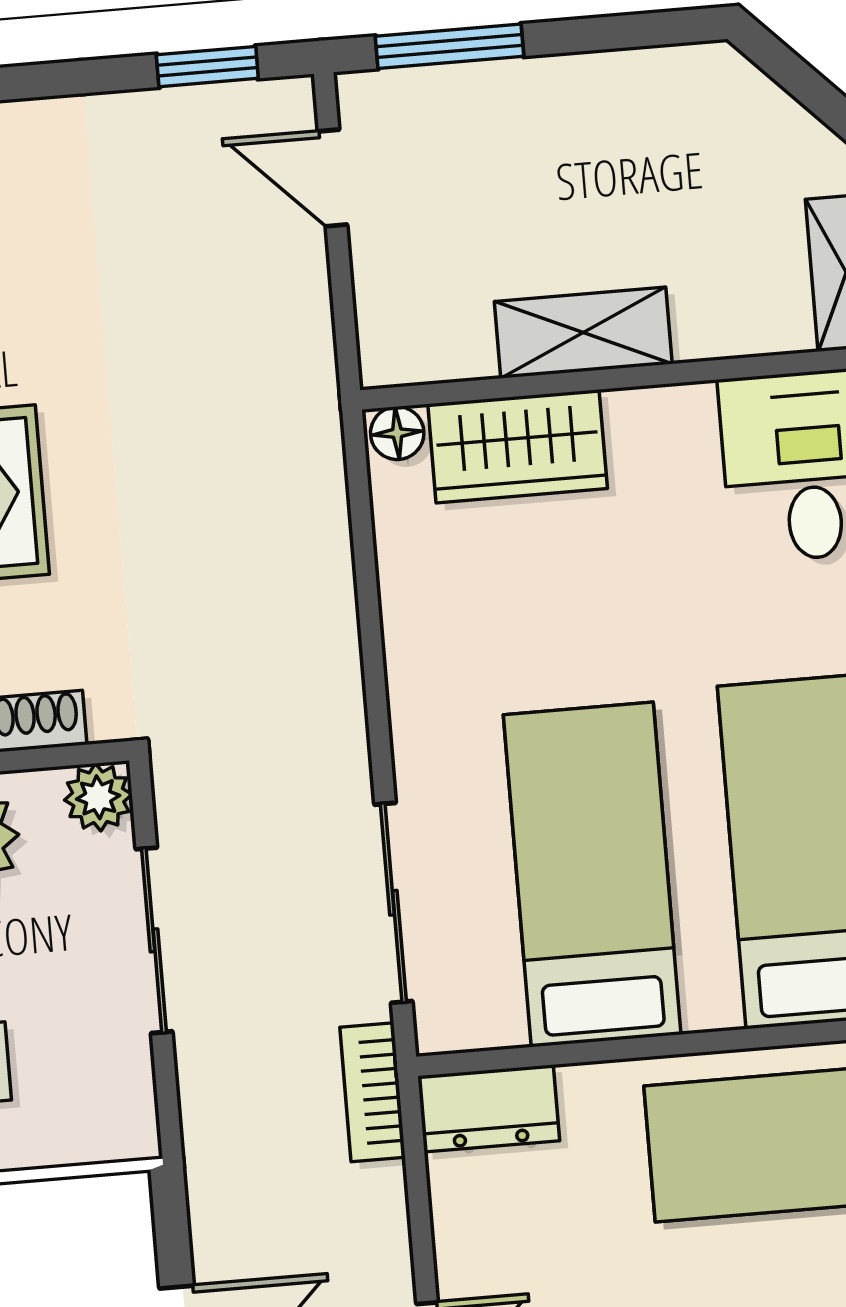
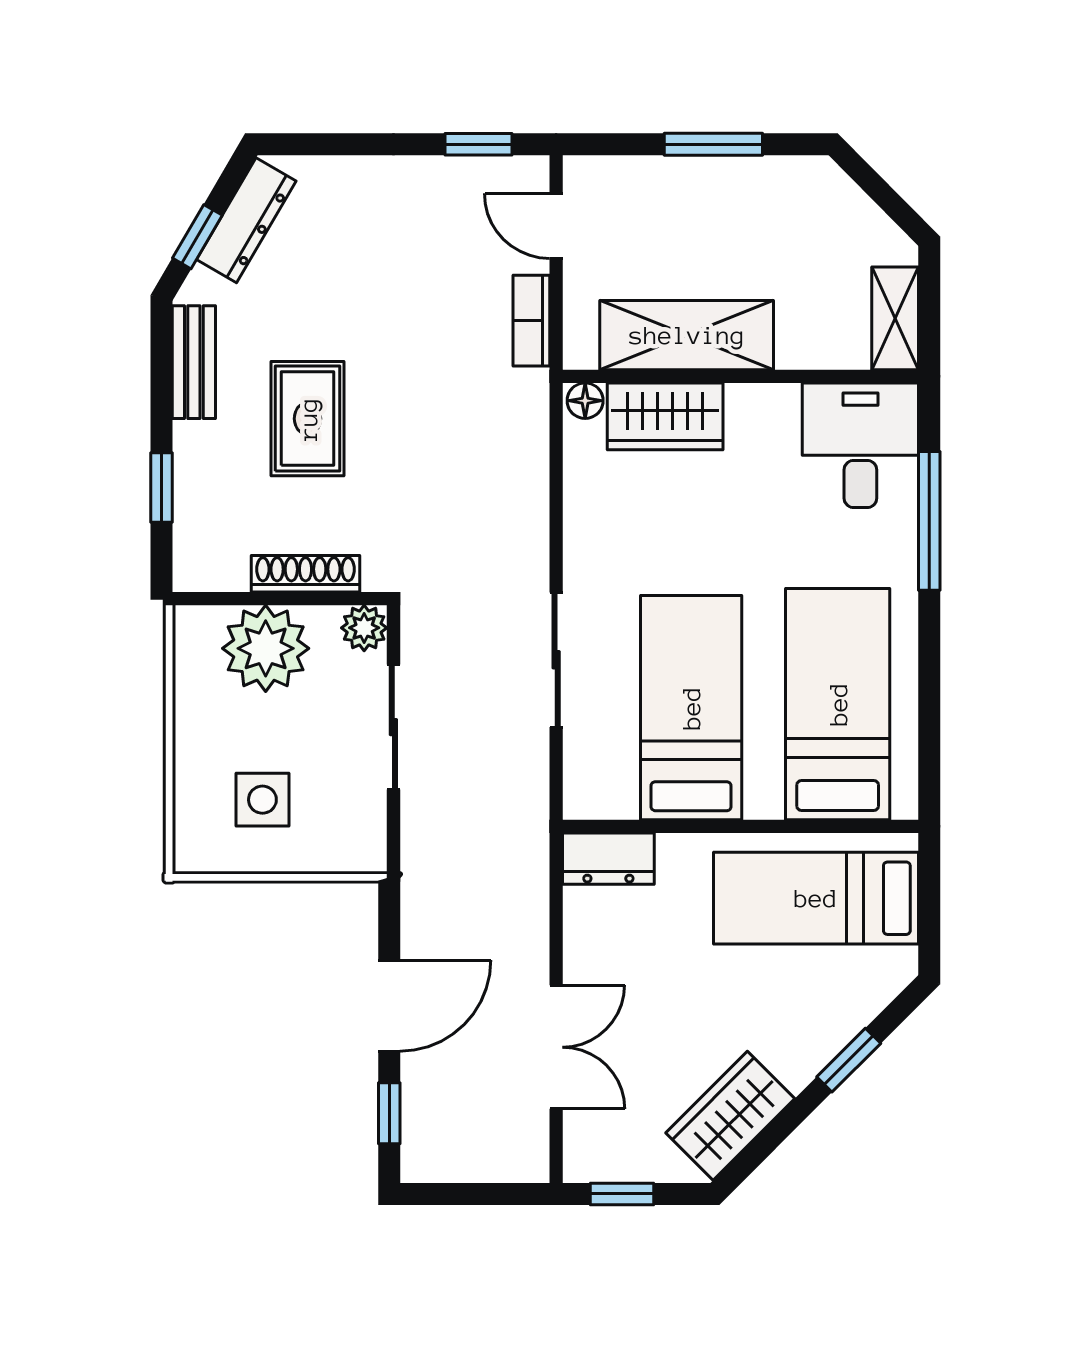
window: (449, 46) -> (713, 144), moved
shelving: (583, 333) -> (687, 335), width x1.50, depth x1.33
sliding door: (393, 903) -> (556, 660), moved
bookcase: (372, 1092) -> (531, 321), moved

